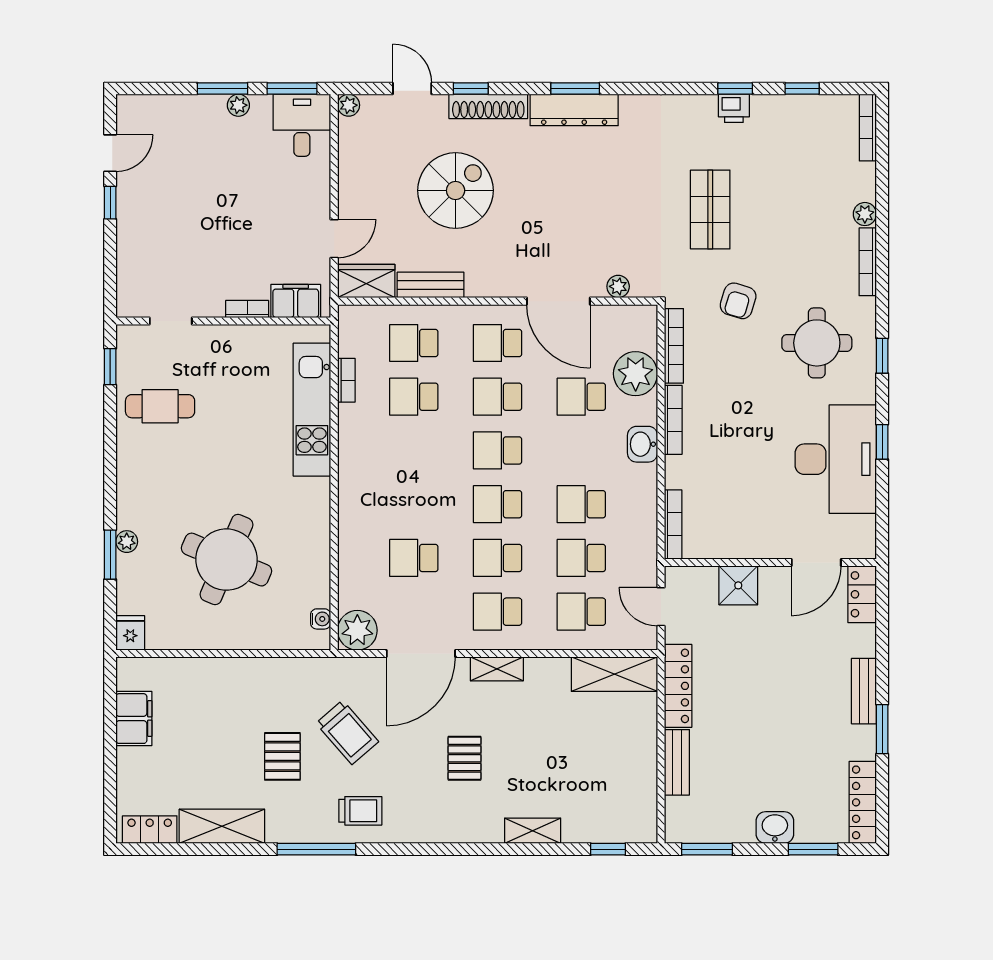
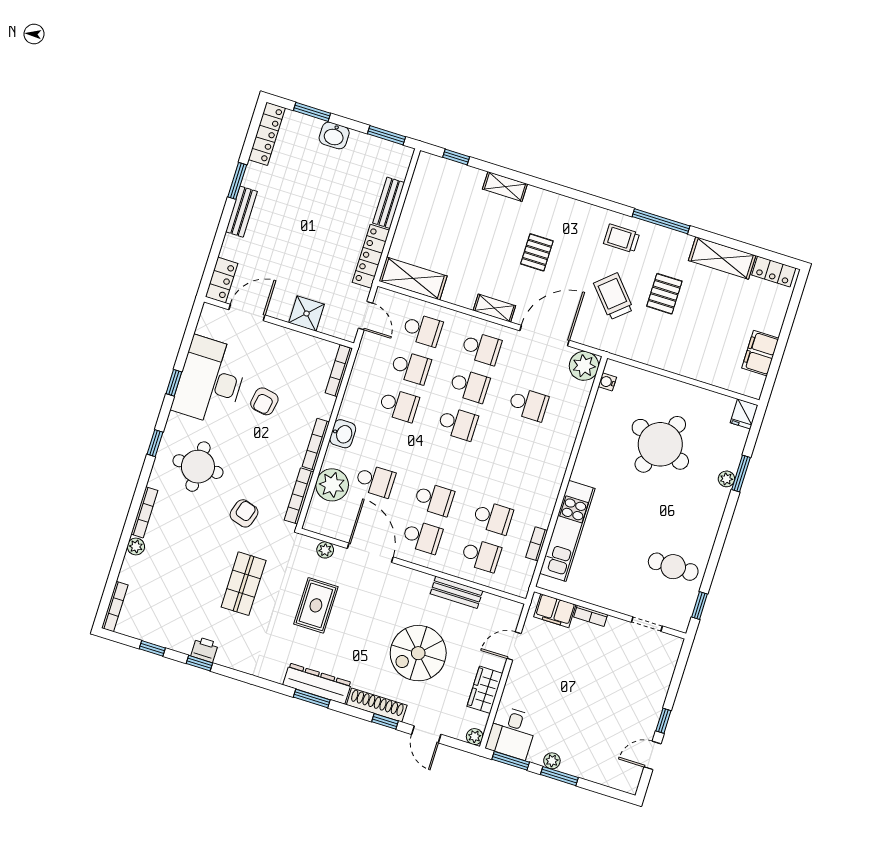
rug: (608, 211) -> (316, 605), added
wardrobe: (366, 281) -> (485, 690), moved, turned 90
school desk: (498, 450) -> (446, 461), removed
armchair: (757, 454) -> (264, 401), added

